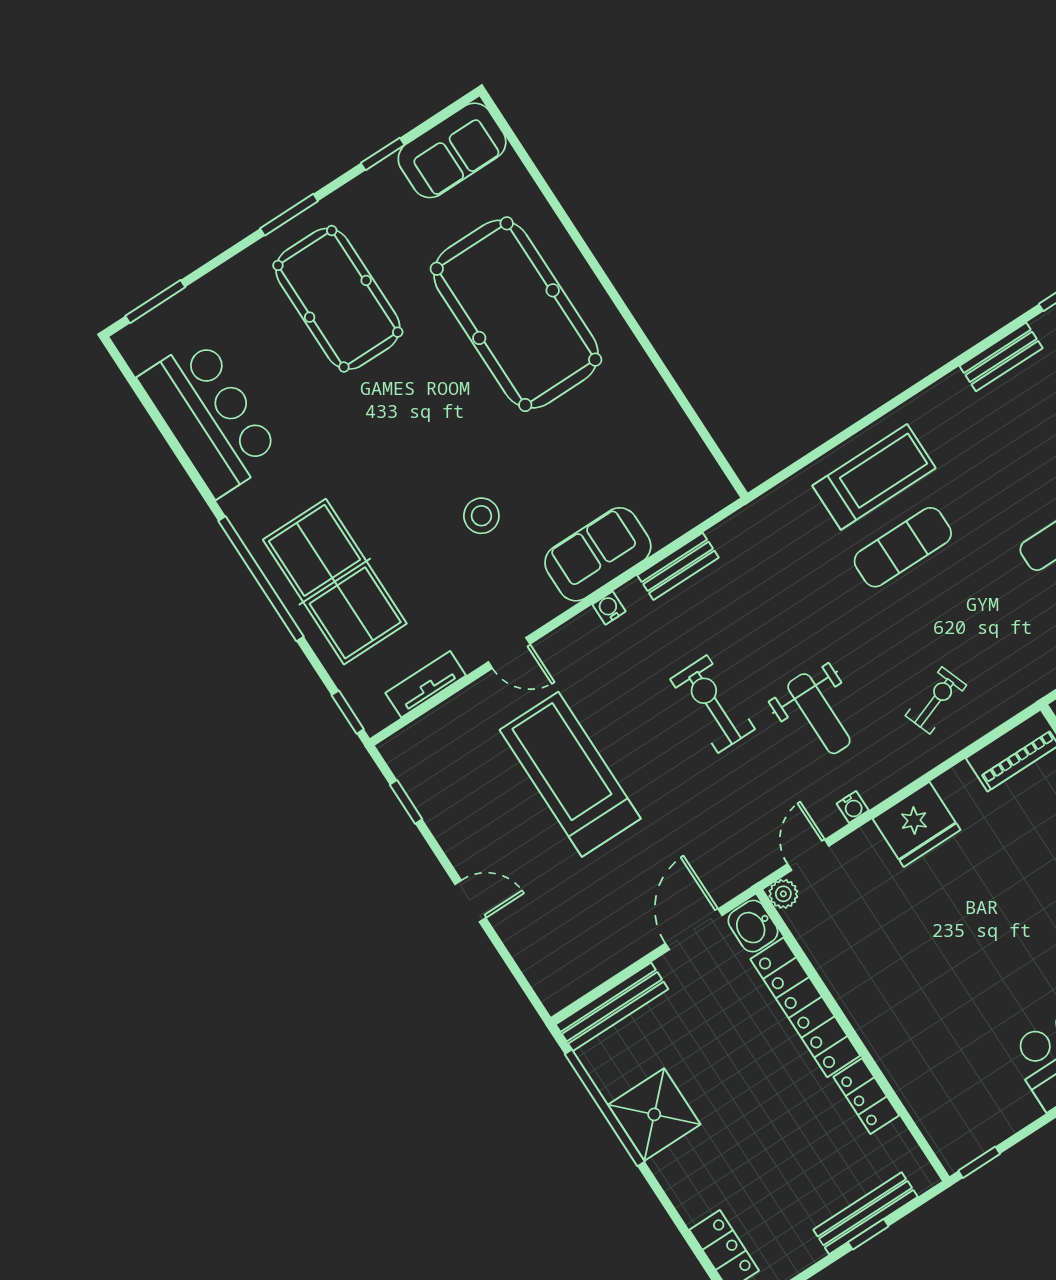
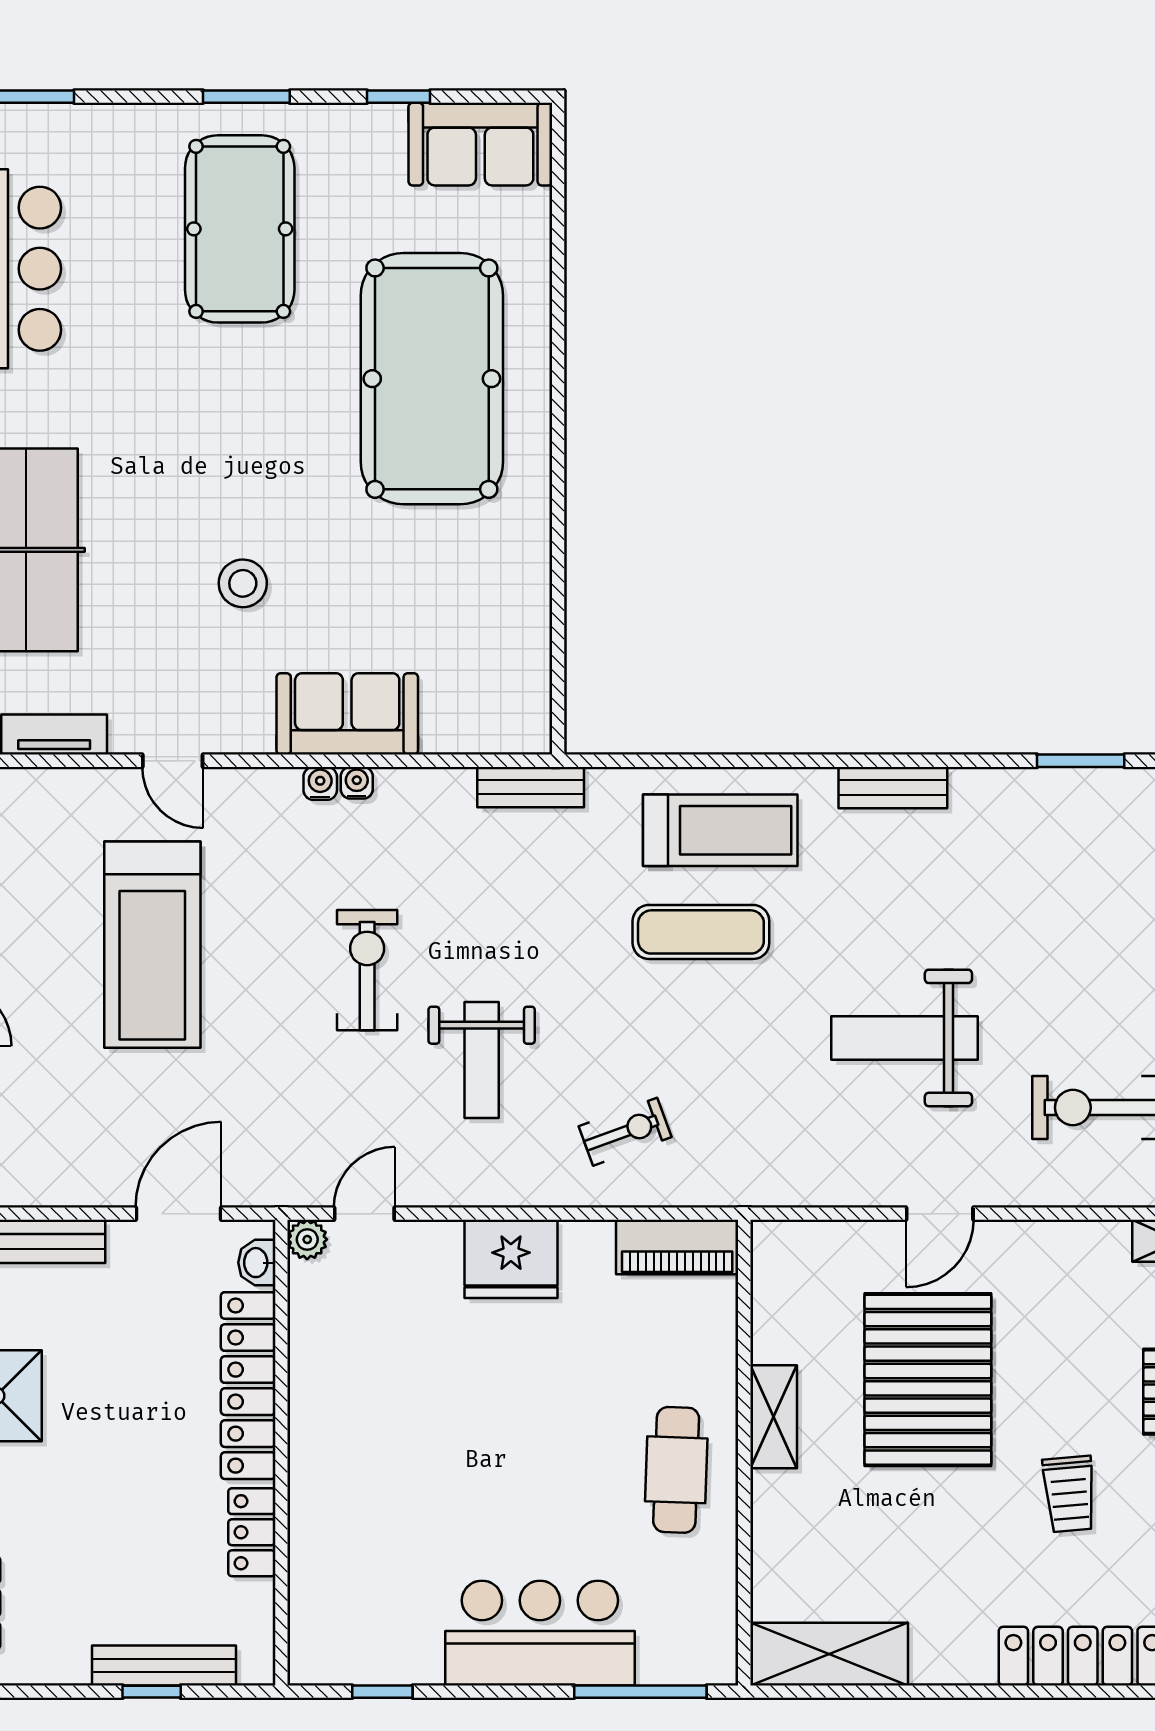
bench: (1001, 357) -> (893, 788), moved
bench: (678, 566) -> (531, 787), moved
treadmill: (570, 774) -> (152, 945), turned 180
water cooler: (853, 807) -> (357, 783), moved, turned 180
washbasin: (753, 926) -> (257, 1263), width x0.72, depth x0.69
window: (979, 1162) -> (382, 1692), moved

